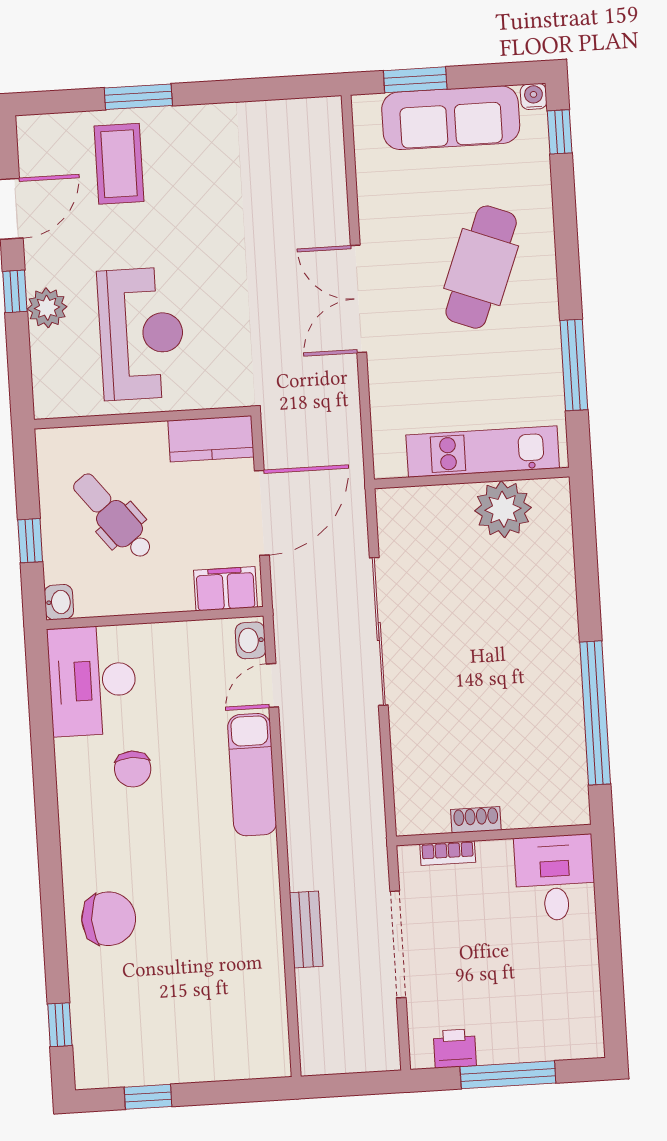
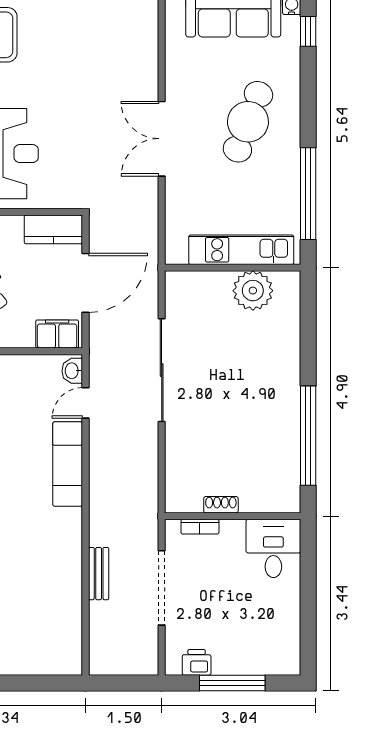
window: (574, 365) -> (308, 194), width x1.46

